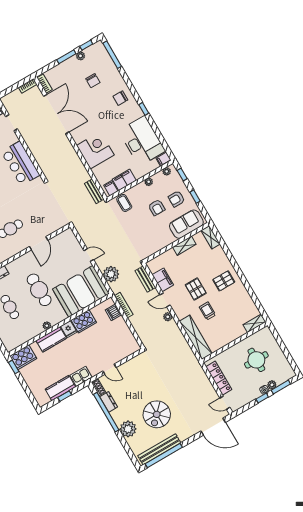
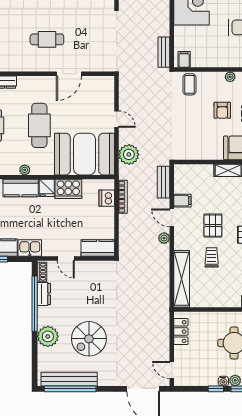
filing cabinet: (124, 180) -> (204, 59), removed
filing cabinet: (163, 280) -> (182, 201), width x0.50
kitchen counter: (127, 350) -> (98, 248), added
locker: (219, 378) -> (181, 332), width x0.66

